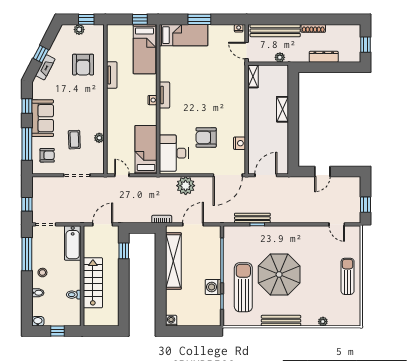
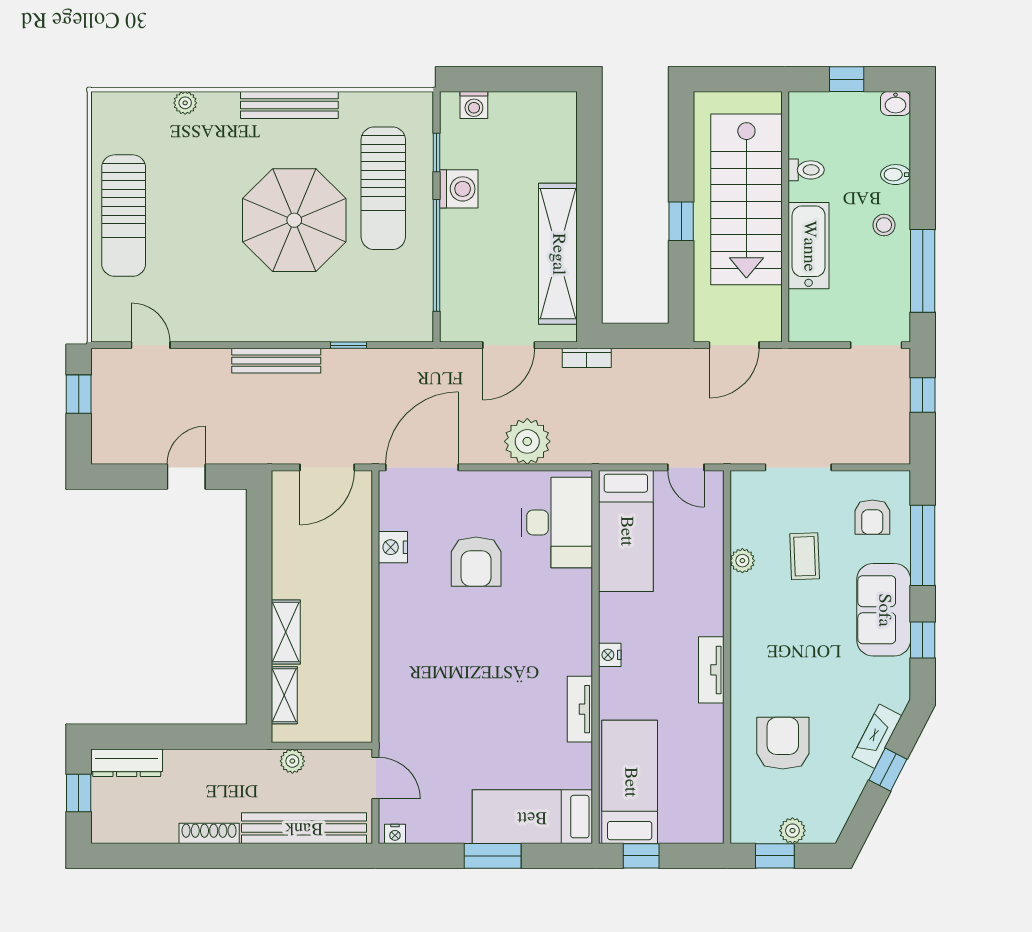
dresser: (324, 57) -> (127, 763), moved
tv unit: (112, 75) -> (711, 670), moved
shelving: (253, 76) -> (284, 695), moved
tv unit: (164, 95) -> (580, 709), moved
armchair: (206, 137) -> (476, 562), turned 90
armchair: (47, 155) -> (872, 517), turned -90
bench: (252, 218) -> (276, 361), moved
bathtub: (73, 243) -> (809, 246), moved
window: (124, 251) -> (681, 221), moved
sun lounger: (348, 276) -> (124, 216), width x1.36, depth x1.34
stairs: (93, 283) -> (746, 199), width x1.36, depth x1.51
washing machine: (171, 321) -> (474, 105), moved

